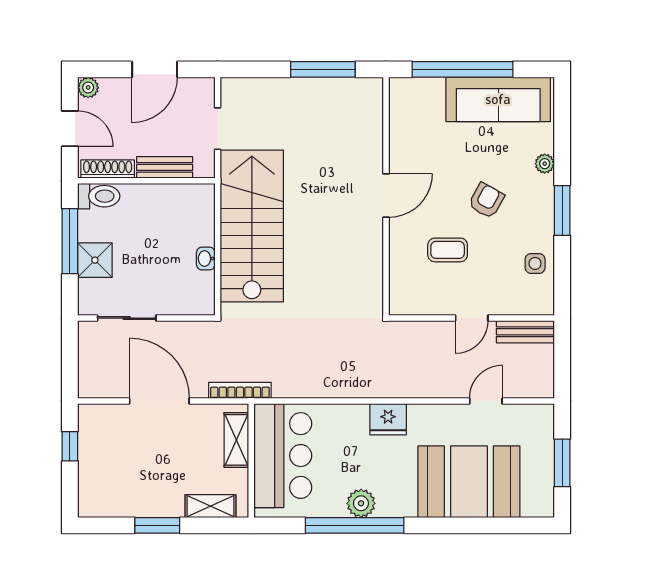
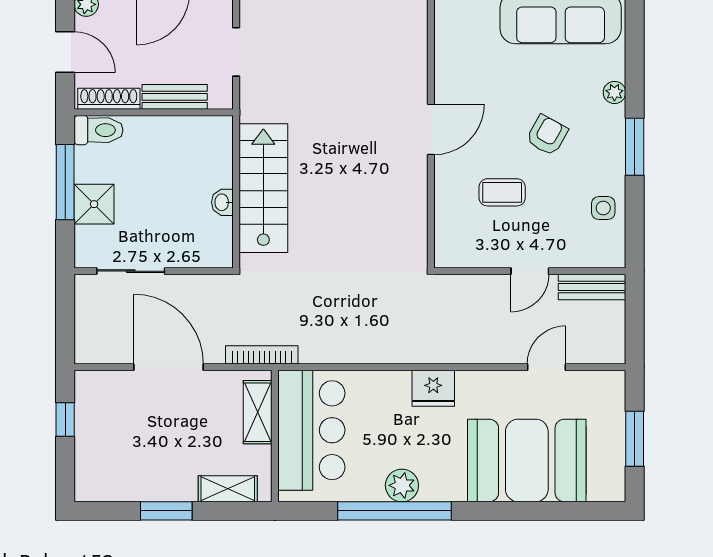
stairs: (252, 226) -> (263, 188), width x0.73, depth x0.66

